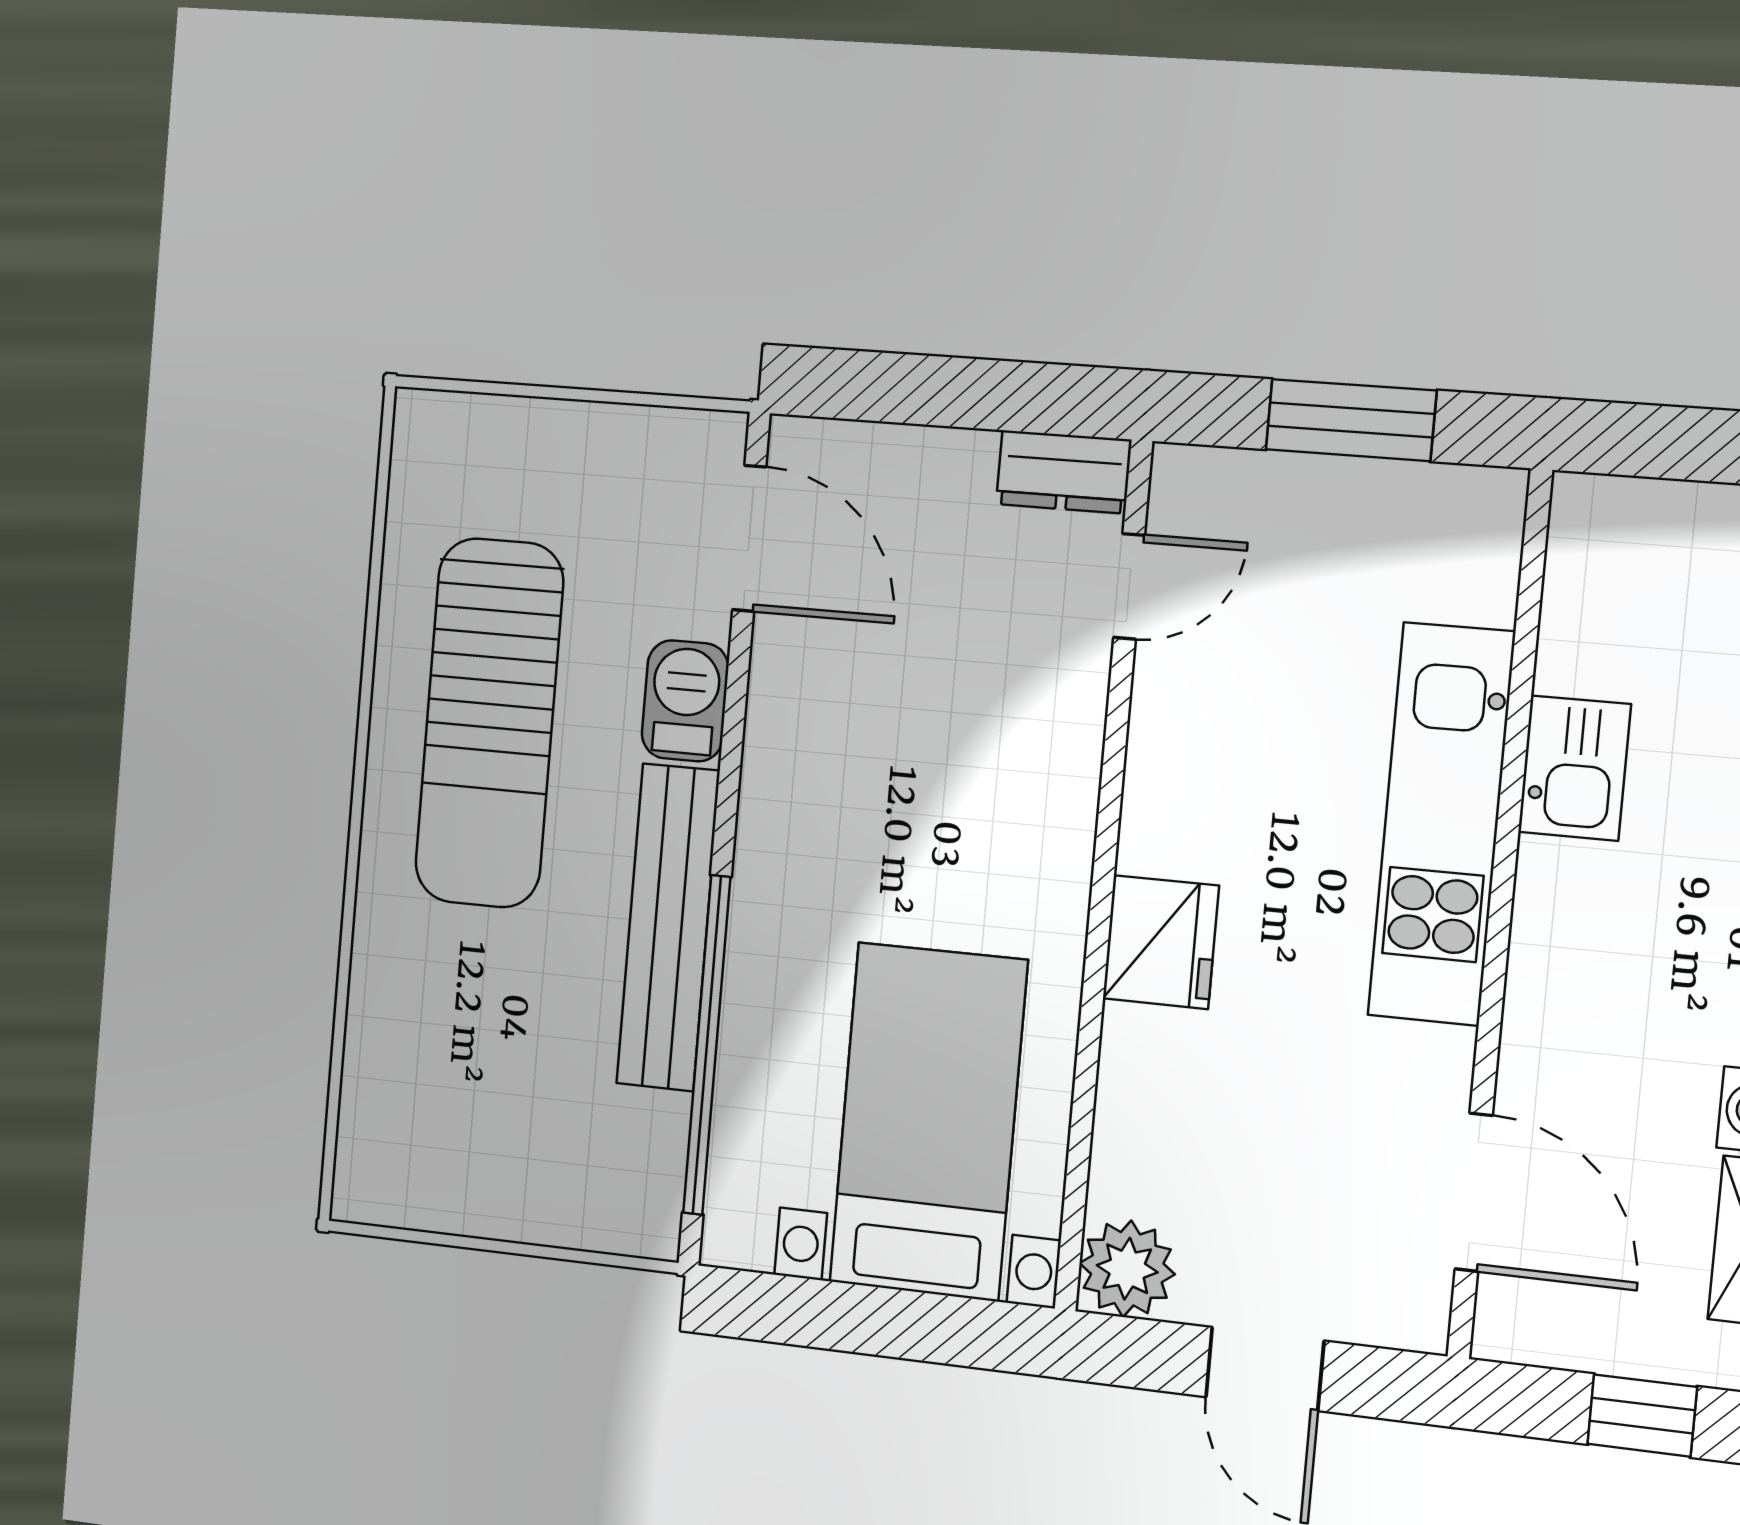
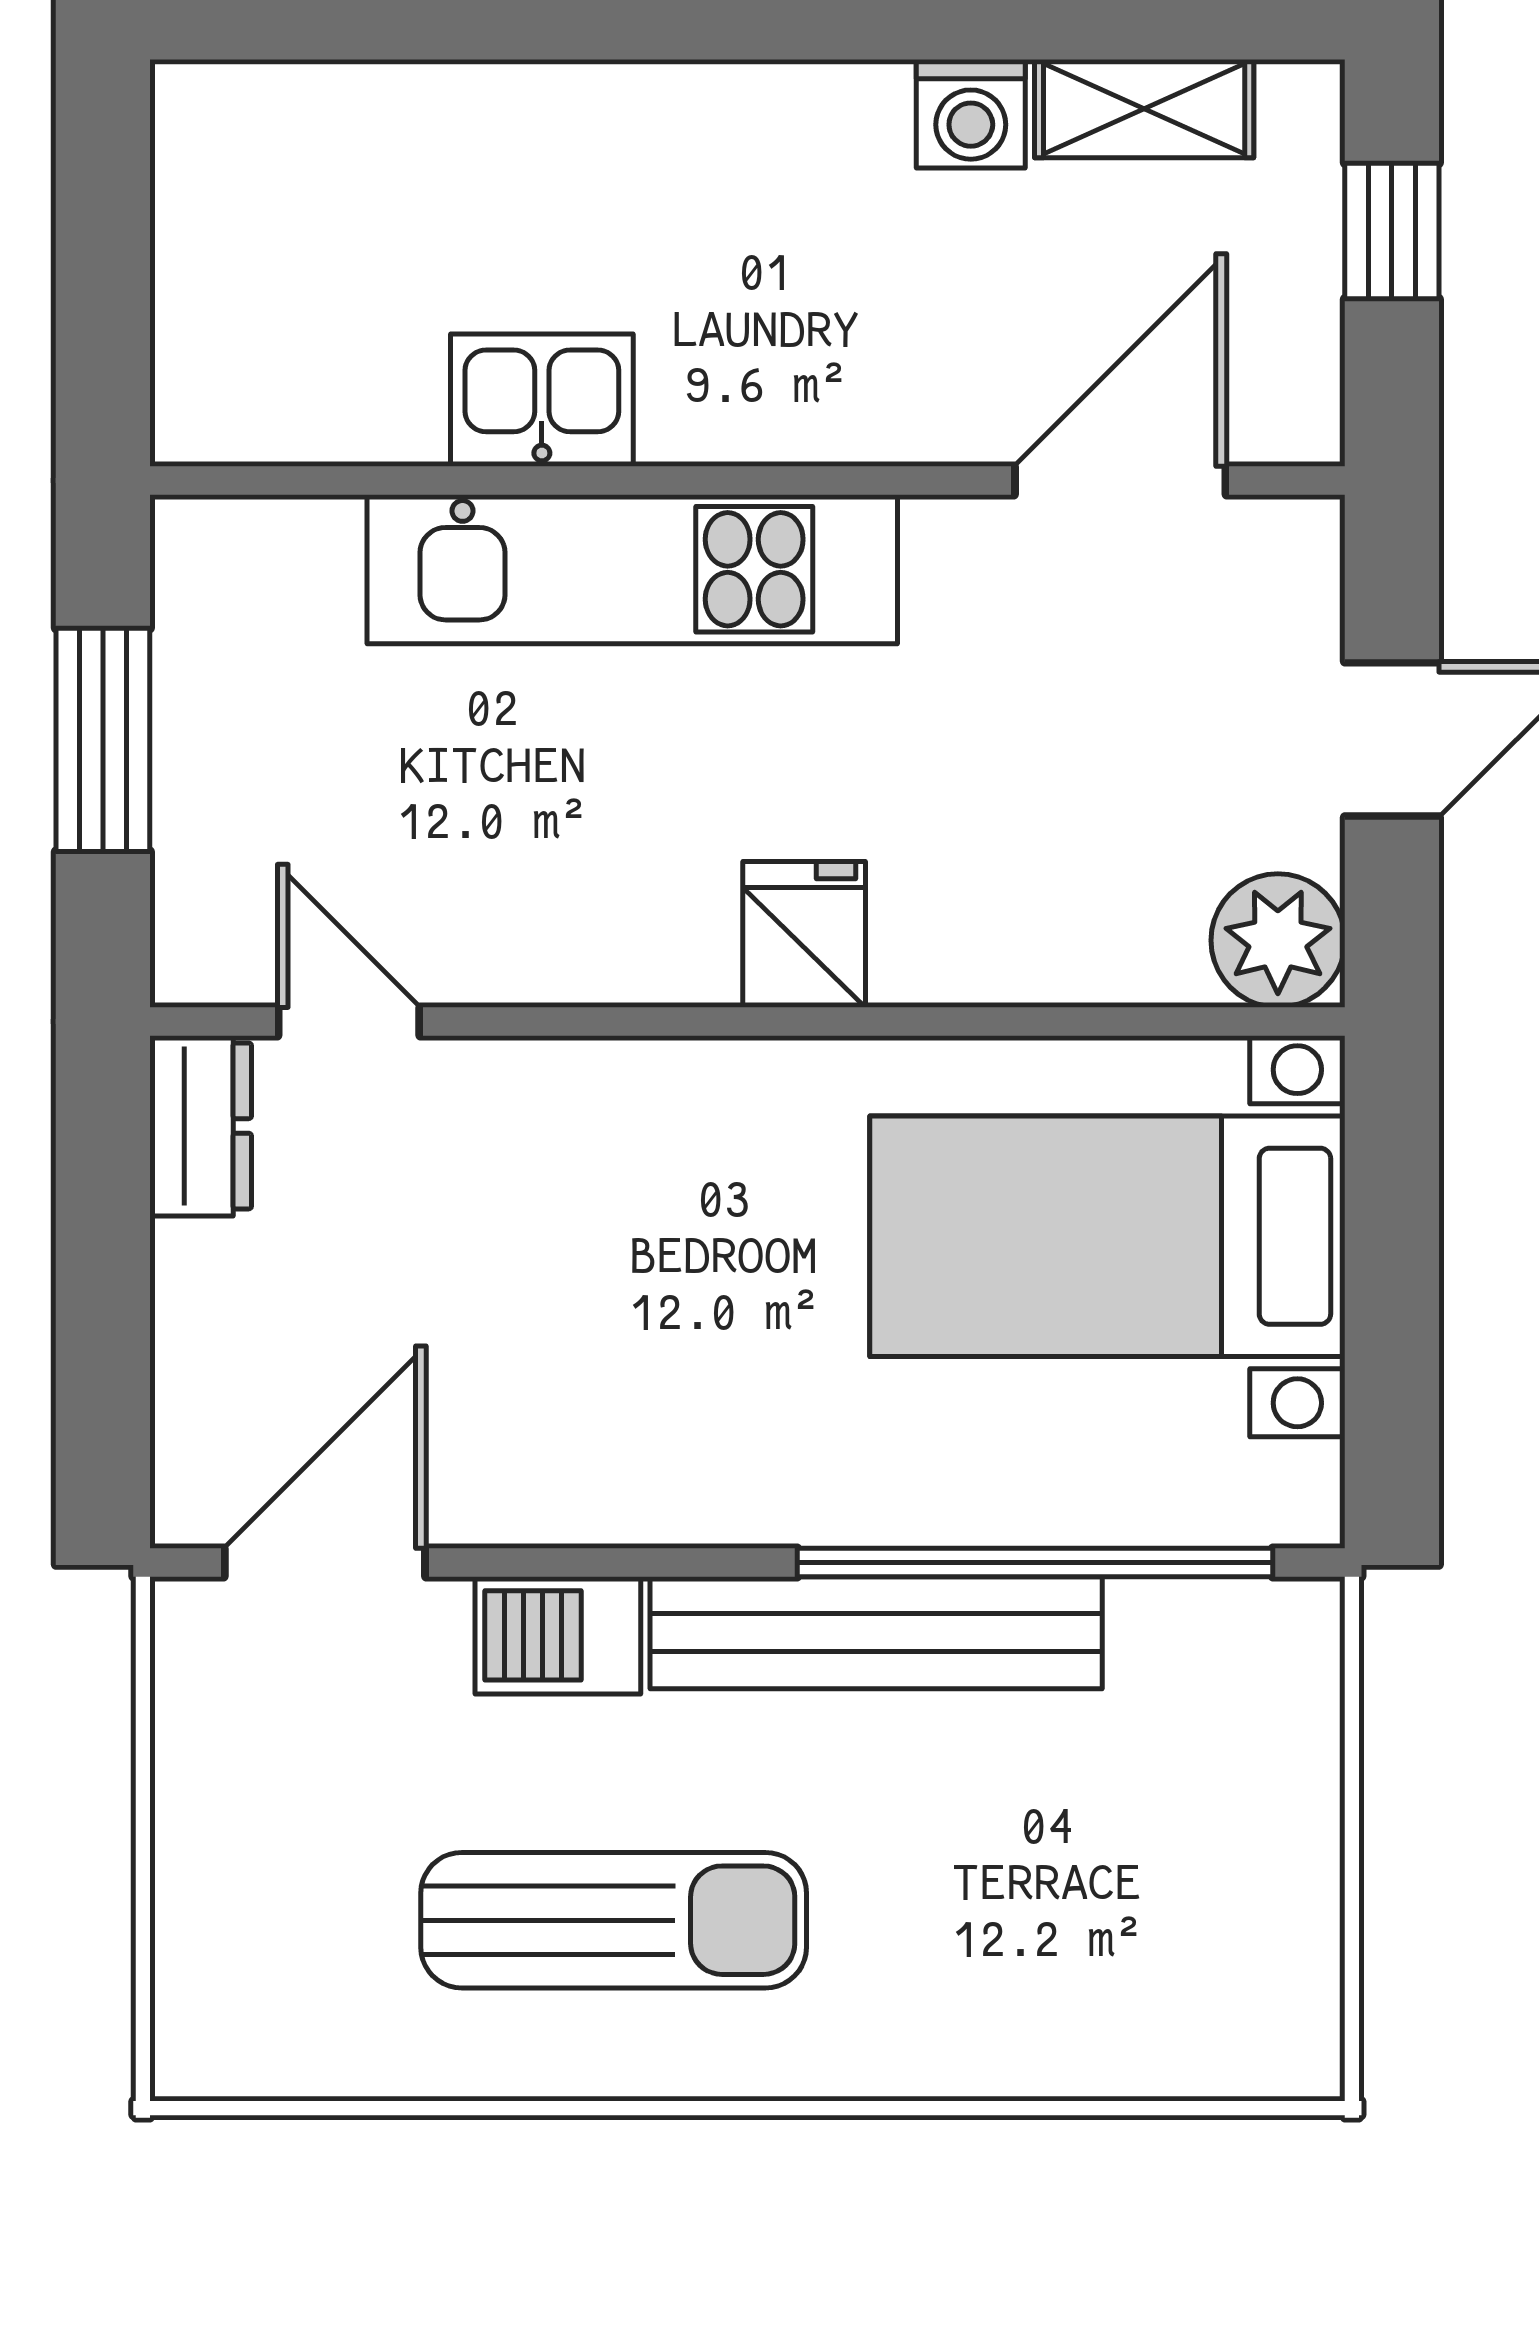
sun lounger: (489, 723) -> (614, 1920), width x0.73, depth x0.75
fridge: (1161, 942) -> (804, 934), width x0.72

